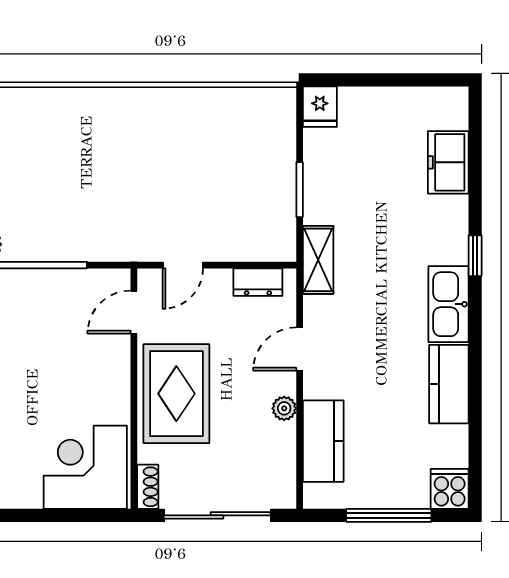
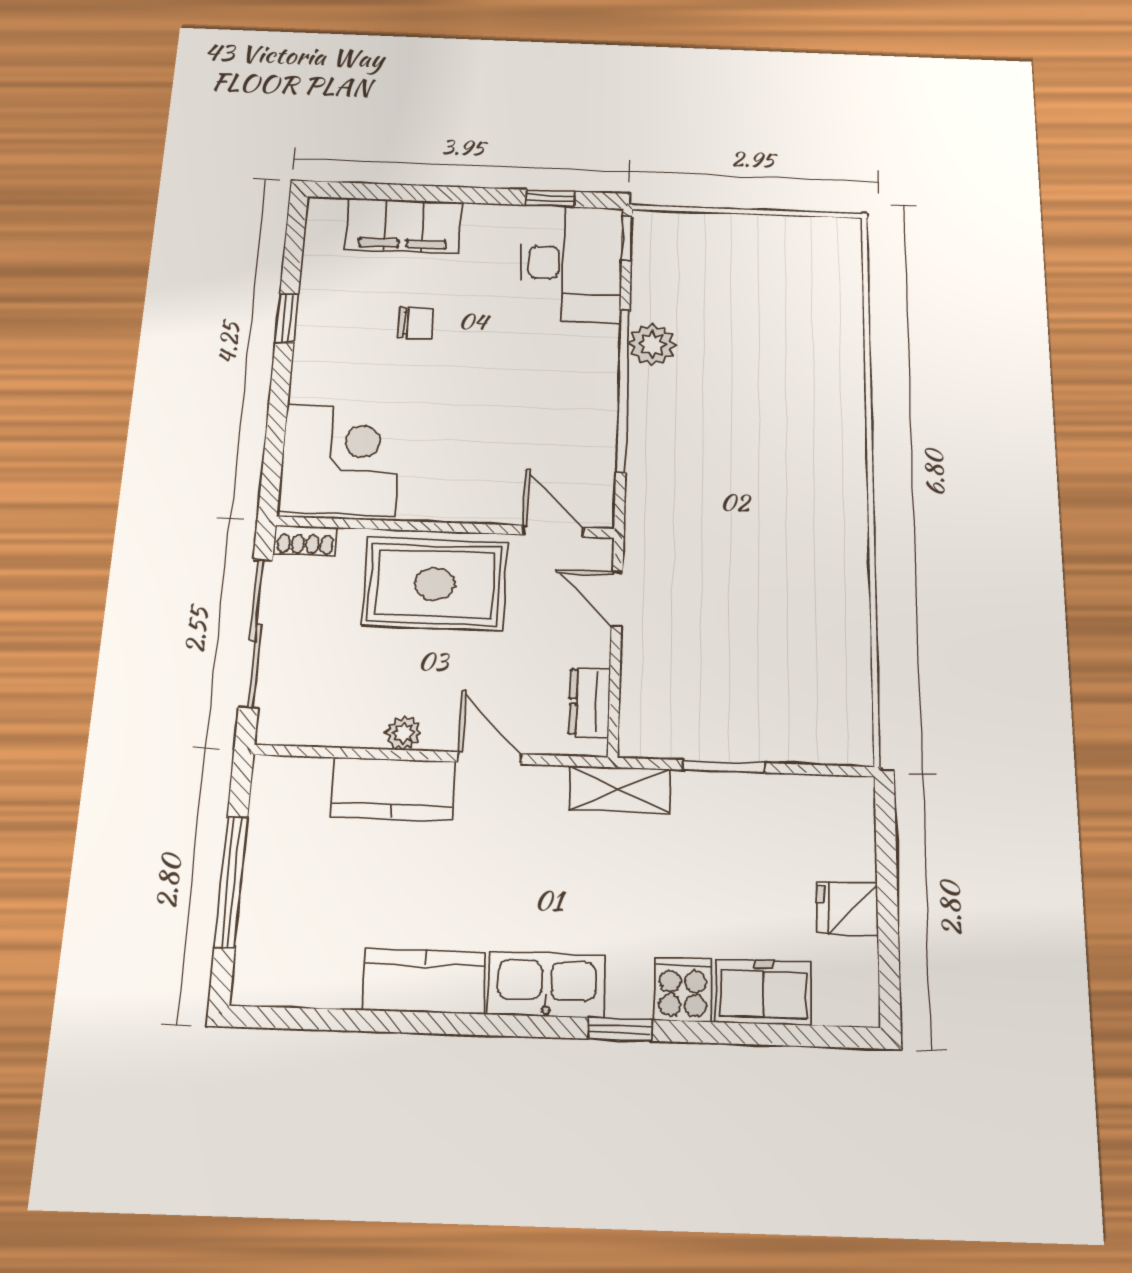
fridge: (320, 107) -> (847, 908), moved
kitchen counter: (323, 441) -> (393, 789), moved
cooker: (450, 489) -> (683, 990), moved, turned -90

